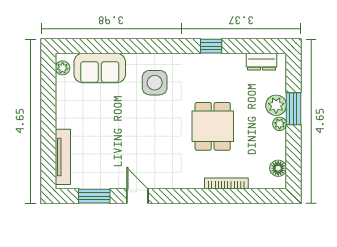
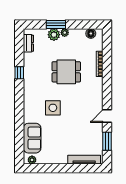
side table: (155, 83) -> (53, 108), moved

